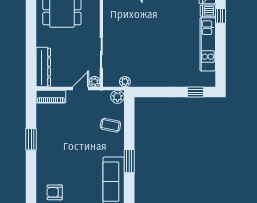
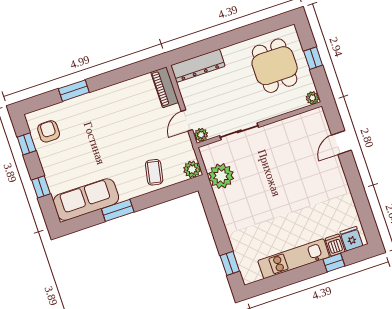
plant: (125, 82) -> (221, 176), width x1.88, depth x1.88
door: (81, 89) -> (187, 121), swing flipped
window: (31, 139) -> (74, 91), moved

